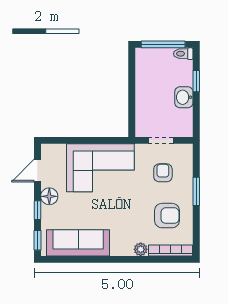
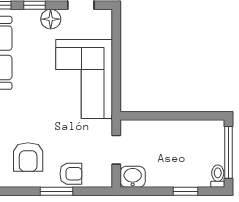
washbasin: (184, 97) -> (133, 177), moved
armchair: (163, 173) -> (71, 174), moved

